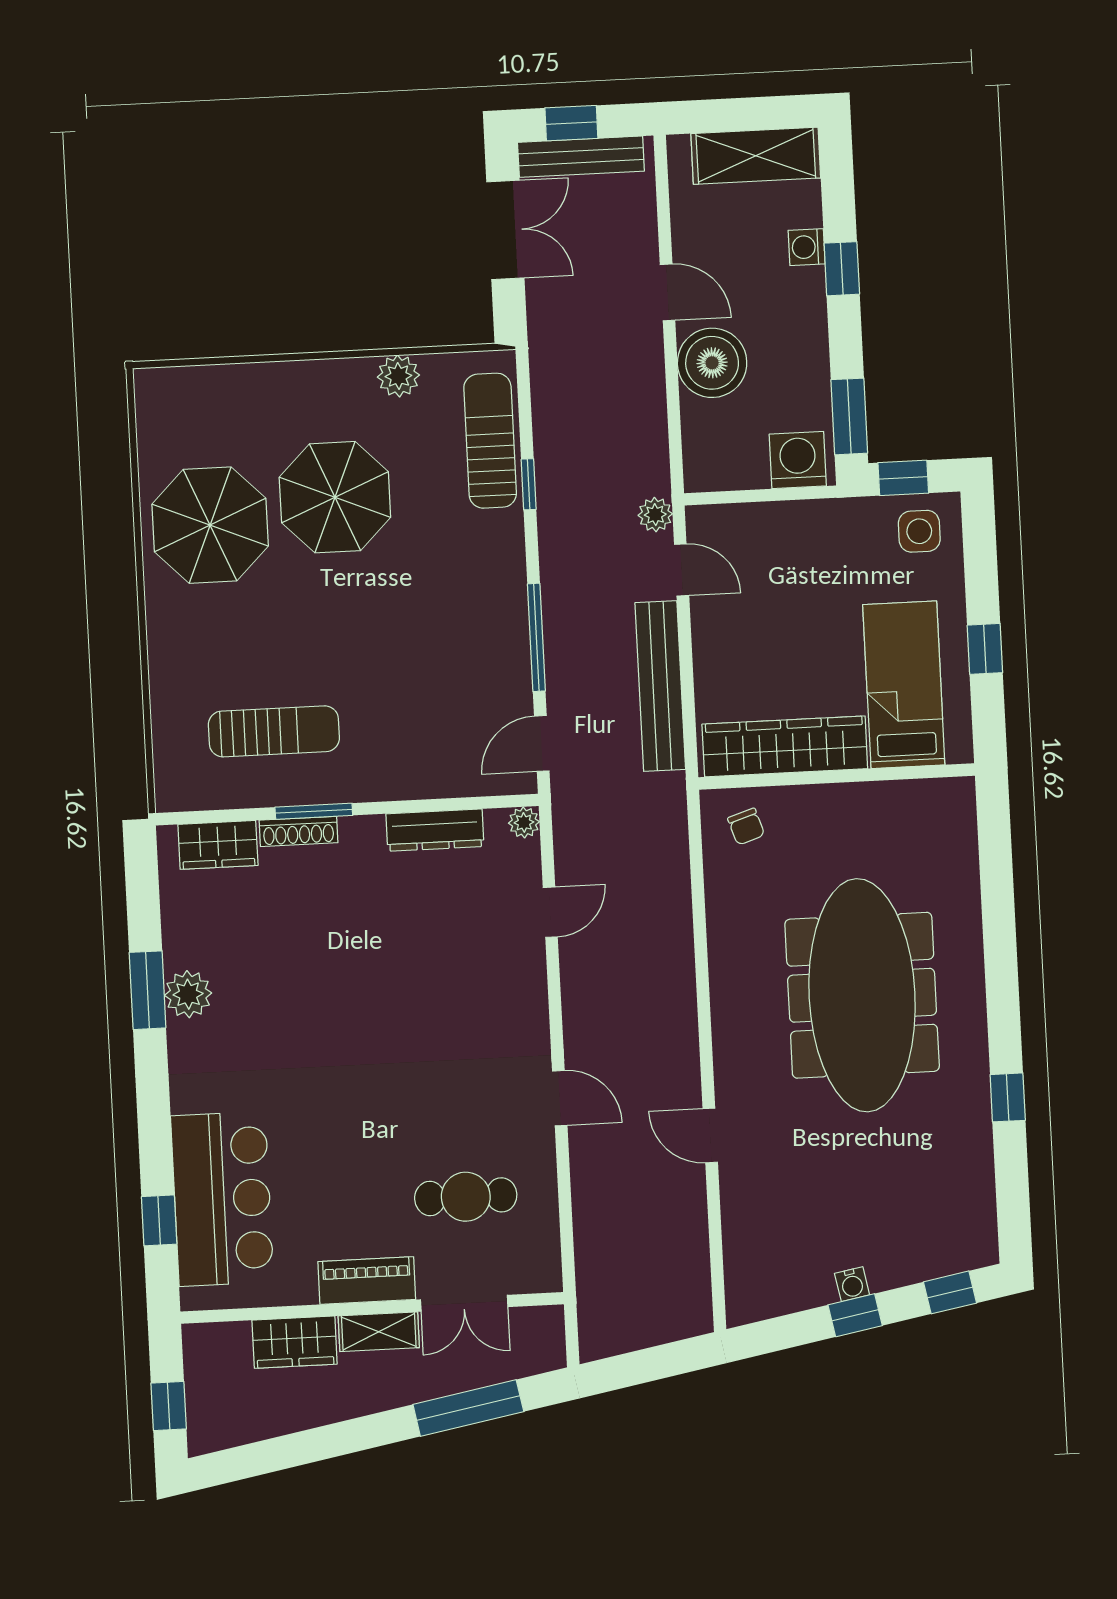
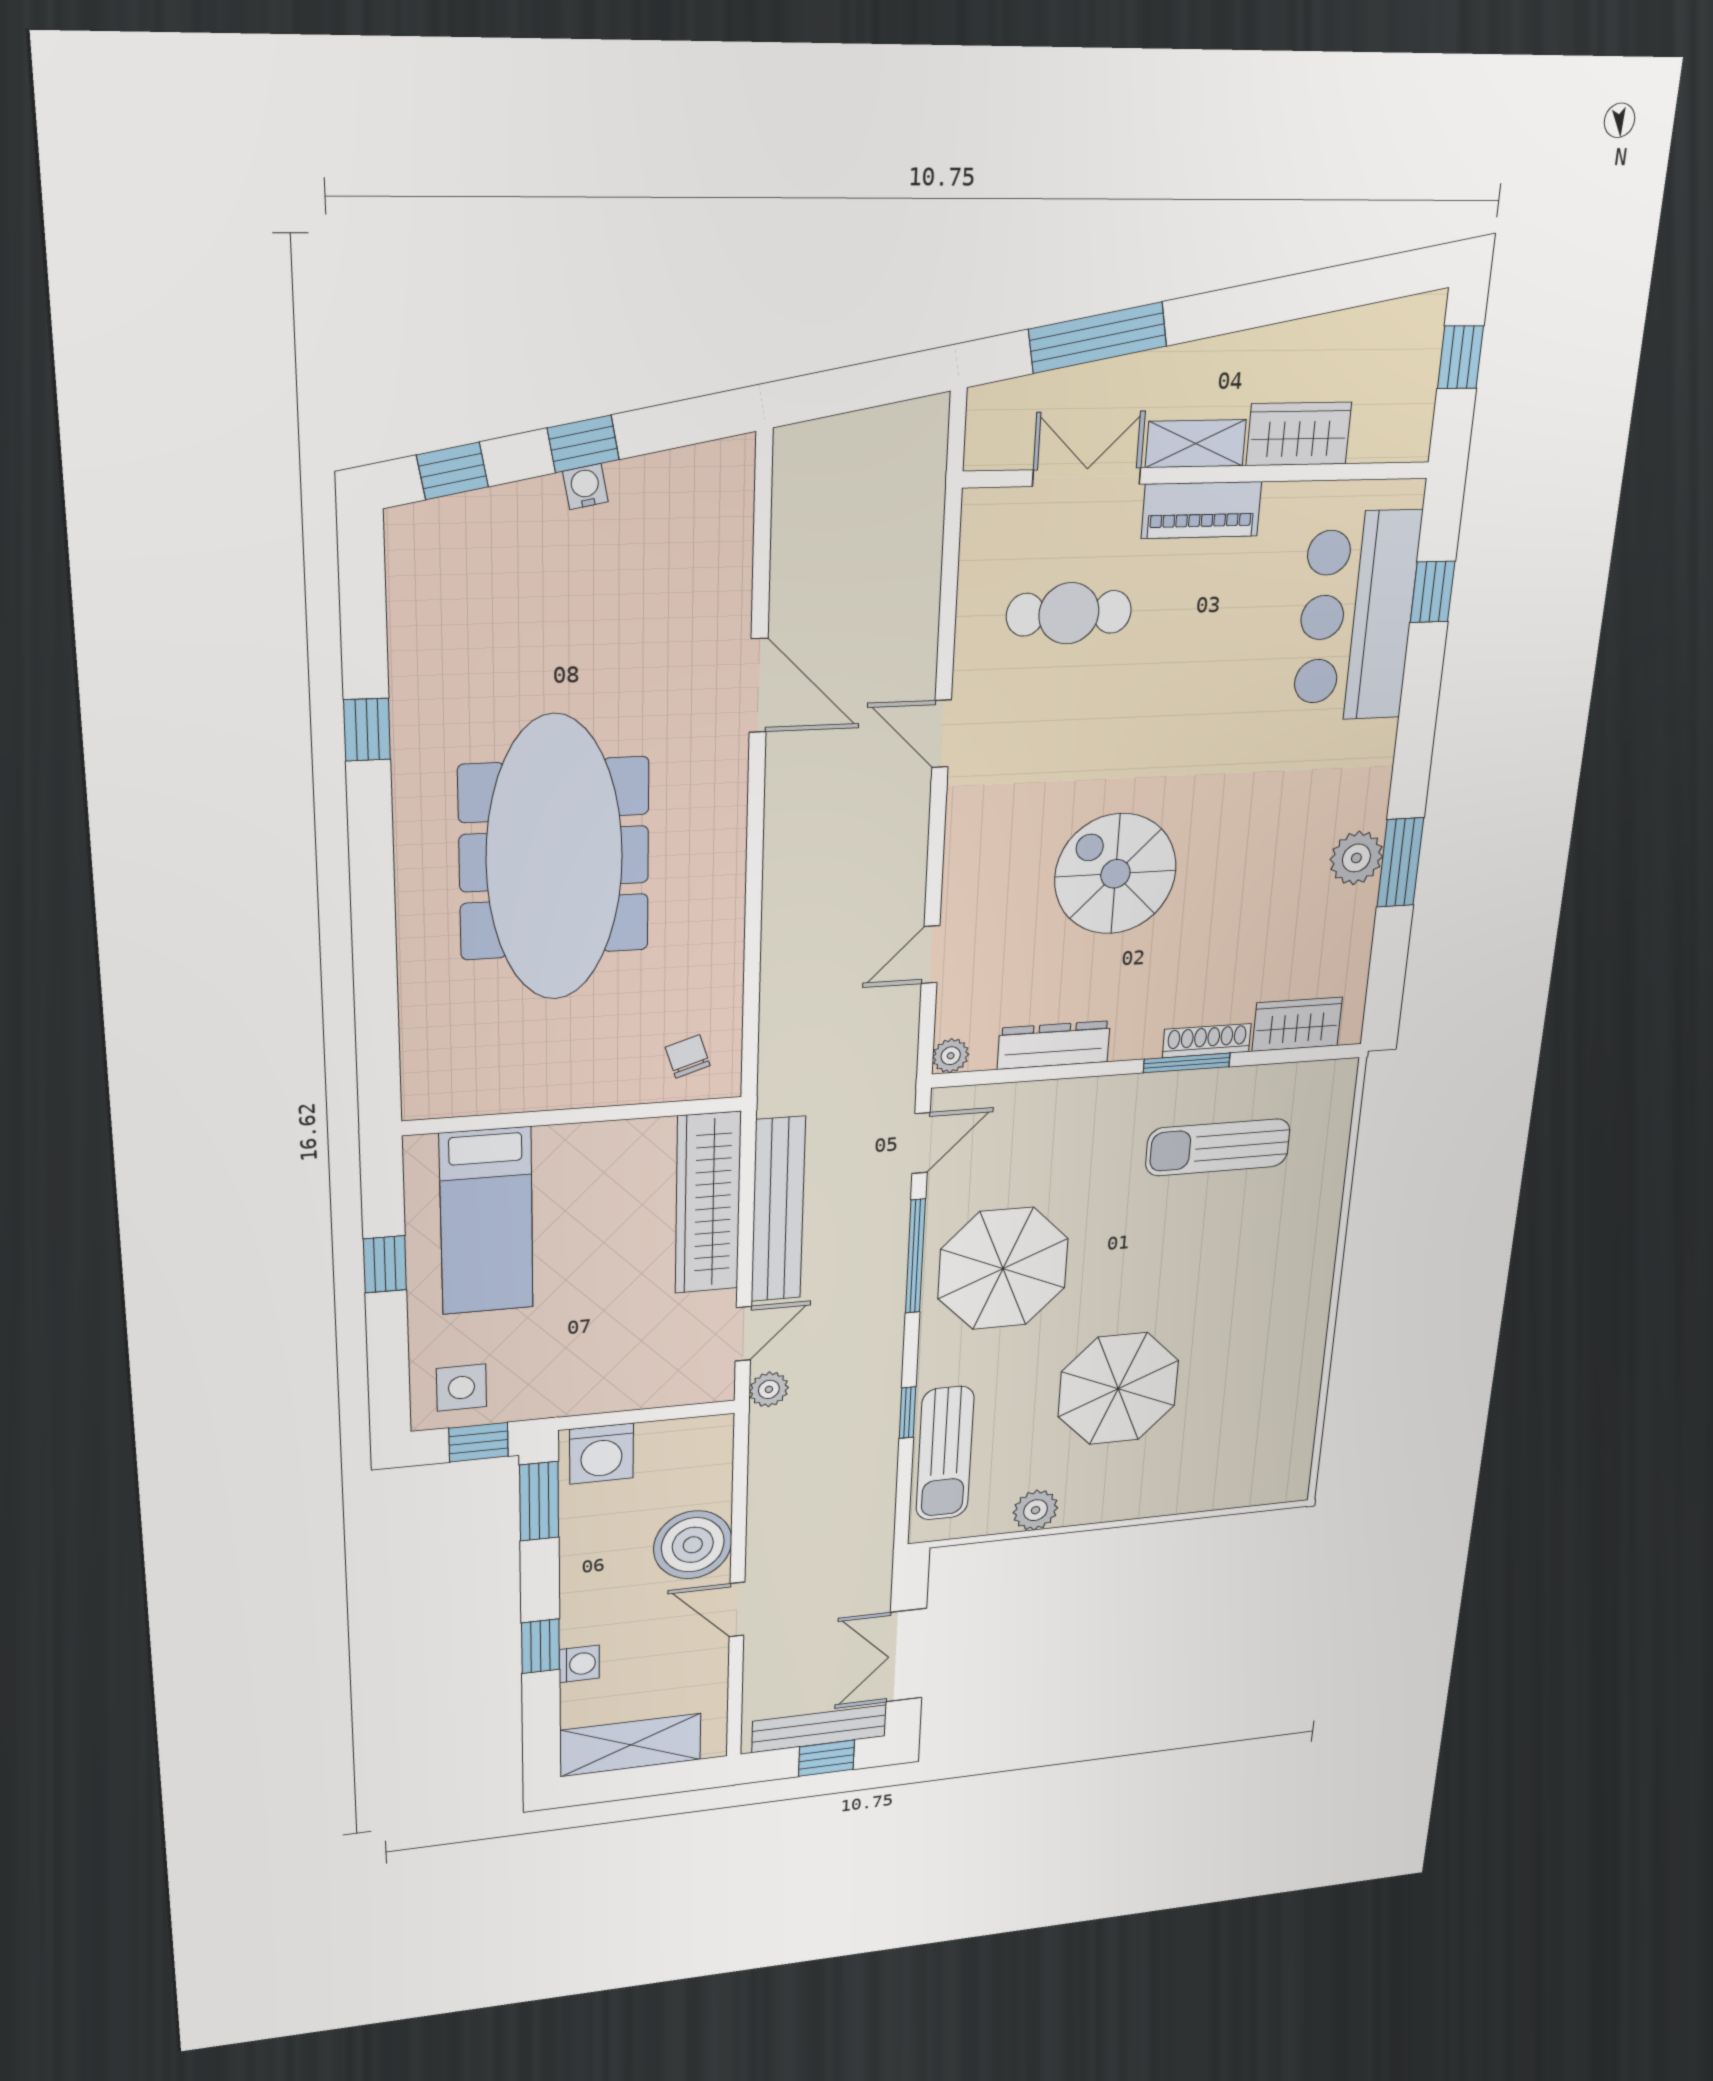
parasol: (210, 525) -> (1003, 1269), moved
door: (682, 570) -> (743, 1334), swing flipped
wardrobe: (785, 746) -> (708, 1203), moved, turned 90
spiral stairs: (400, 981) -> (1115, 874), added
door: (710, 1135) -> (759, 685), width x1.38

